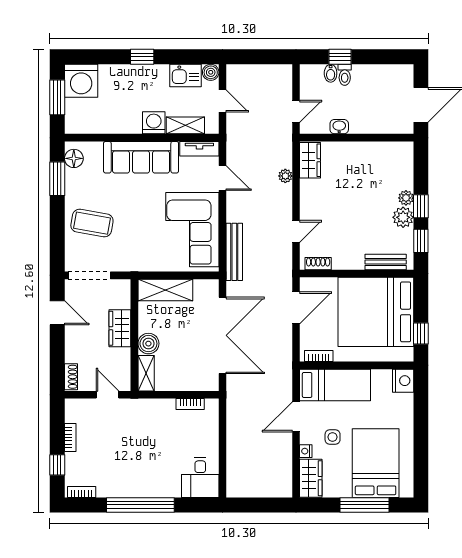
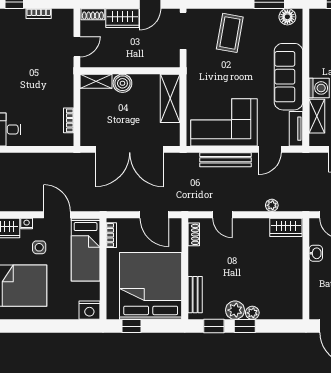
bench: (234, 252) -> (225, 160), moved
wardrobe: (120, 328) -> (122, 18), moved, turned 180

